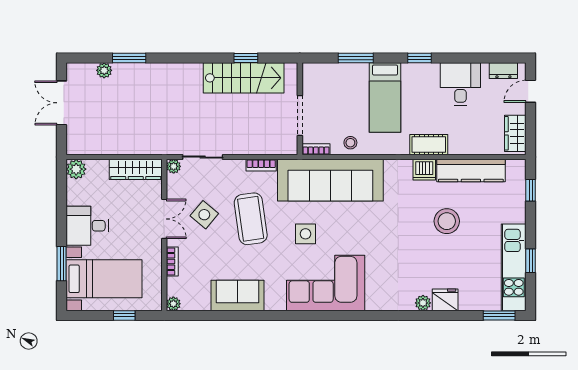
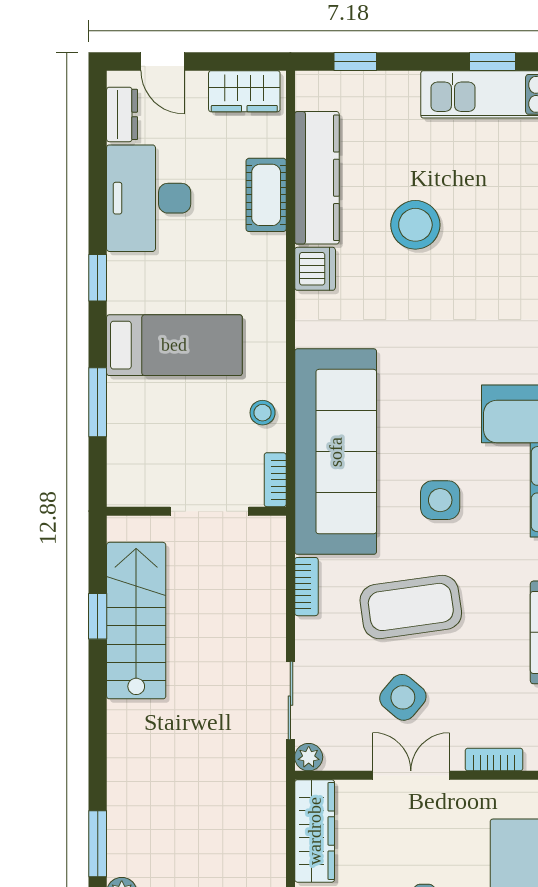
desk: (460, 84) -> (149, 198), width x1.37
cot: (429, 145) -> (266, 195), moved

